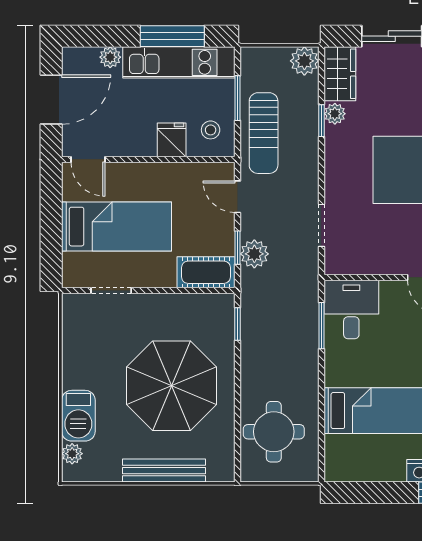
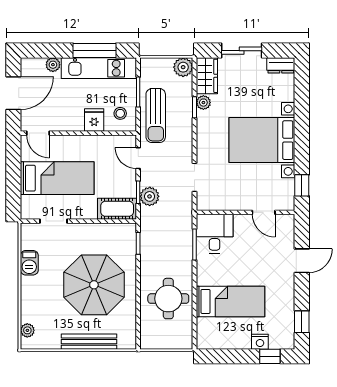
barbecue: (78, 416) -> (29, 263), moved, width x0.73, depth x0.79
round table: (274, 432) -> (168, 299), moved

